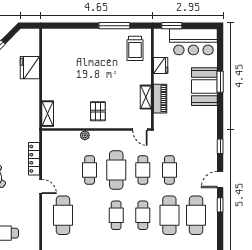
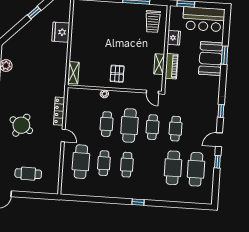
cafe table: (143, 215) -> (104, 163), moved

